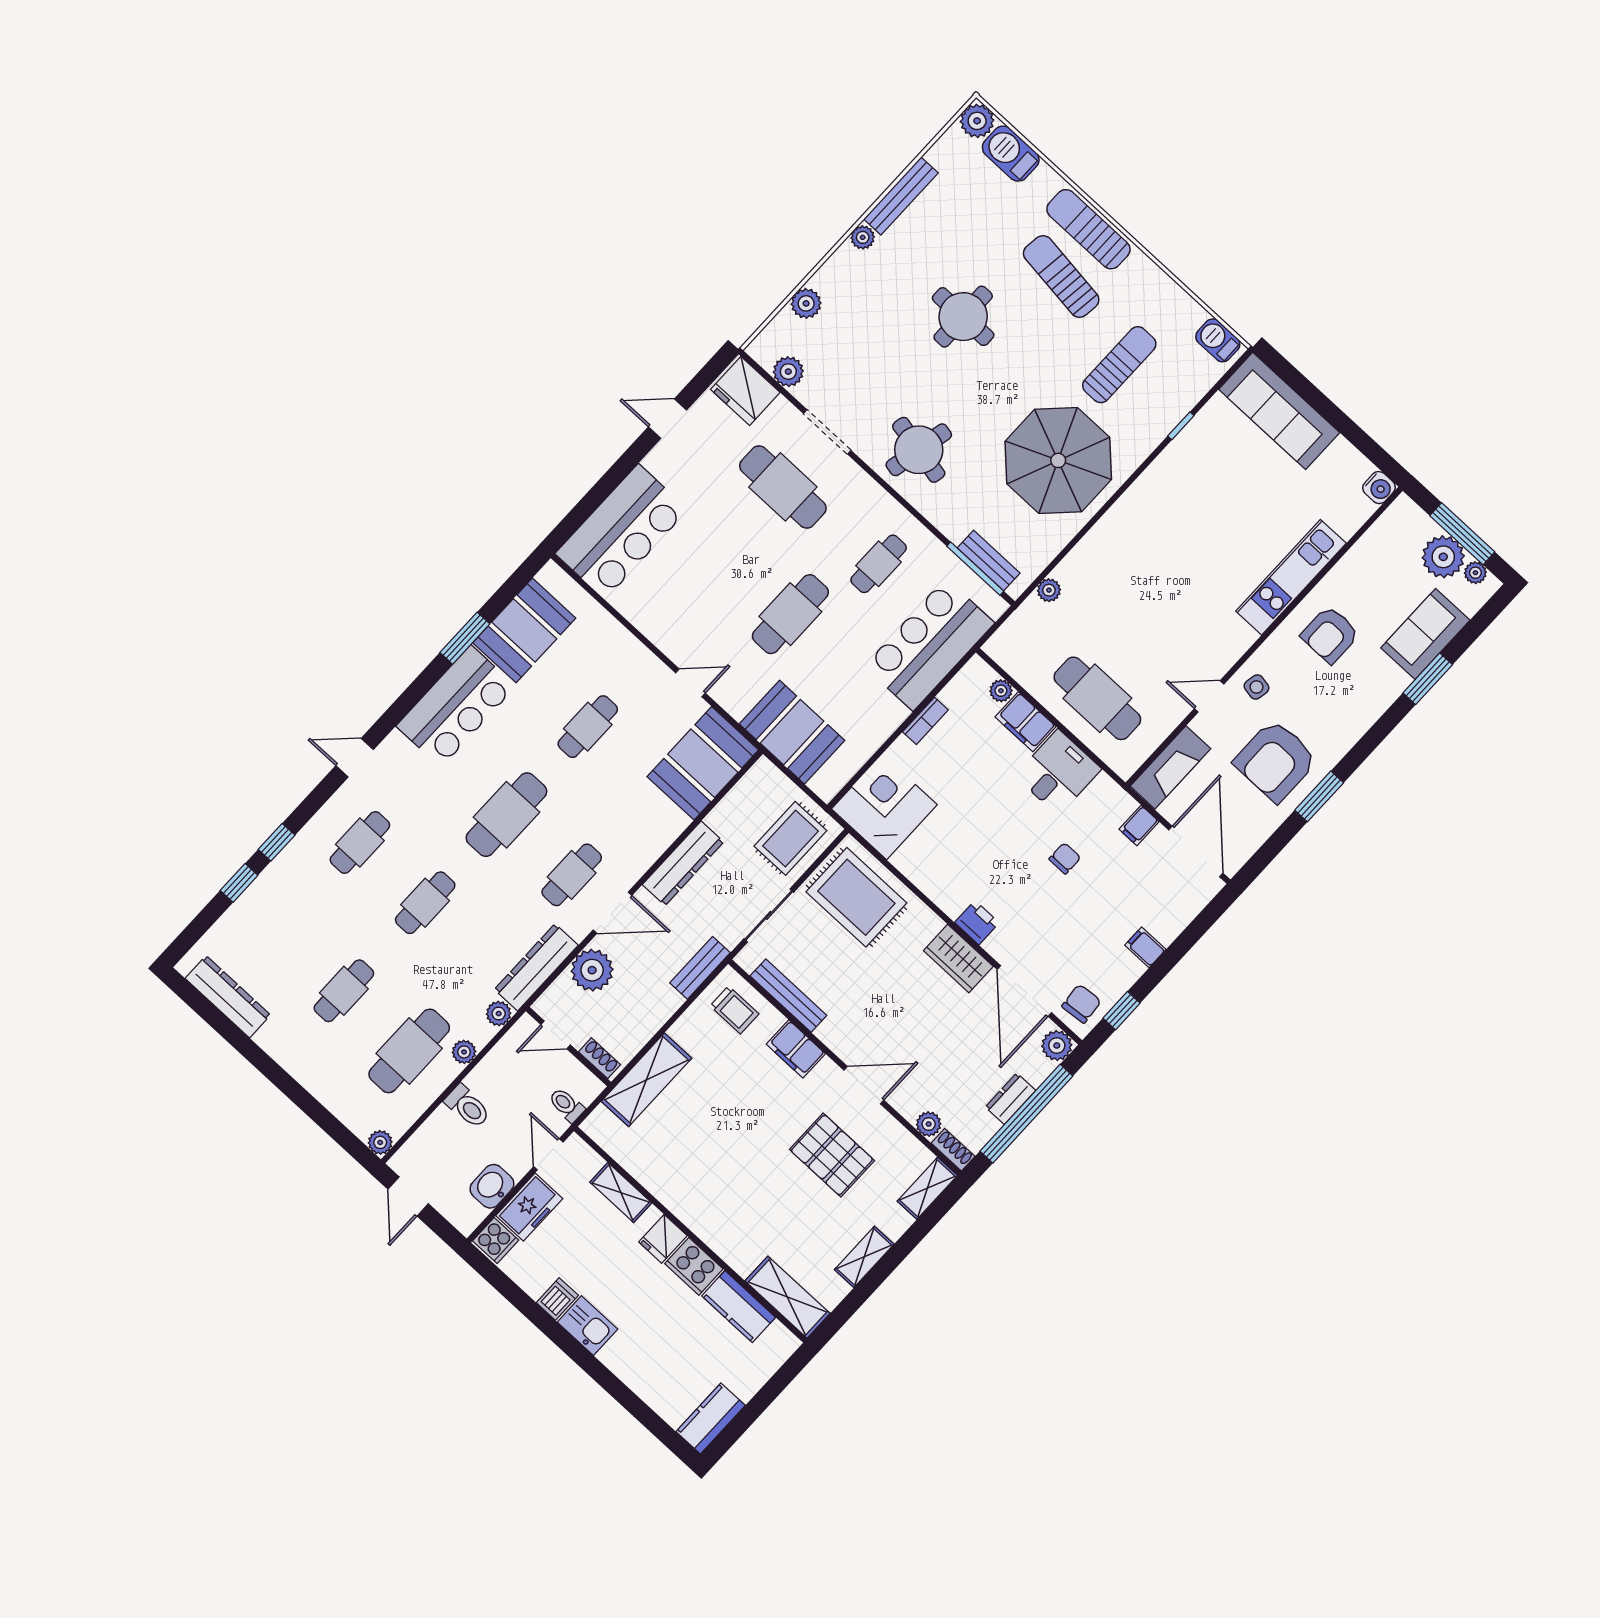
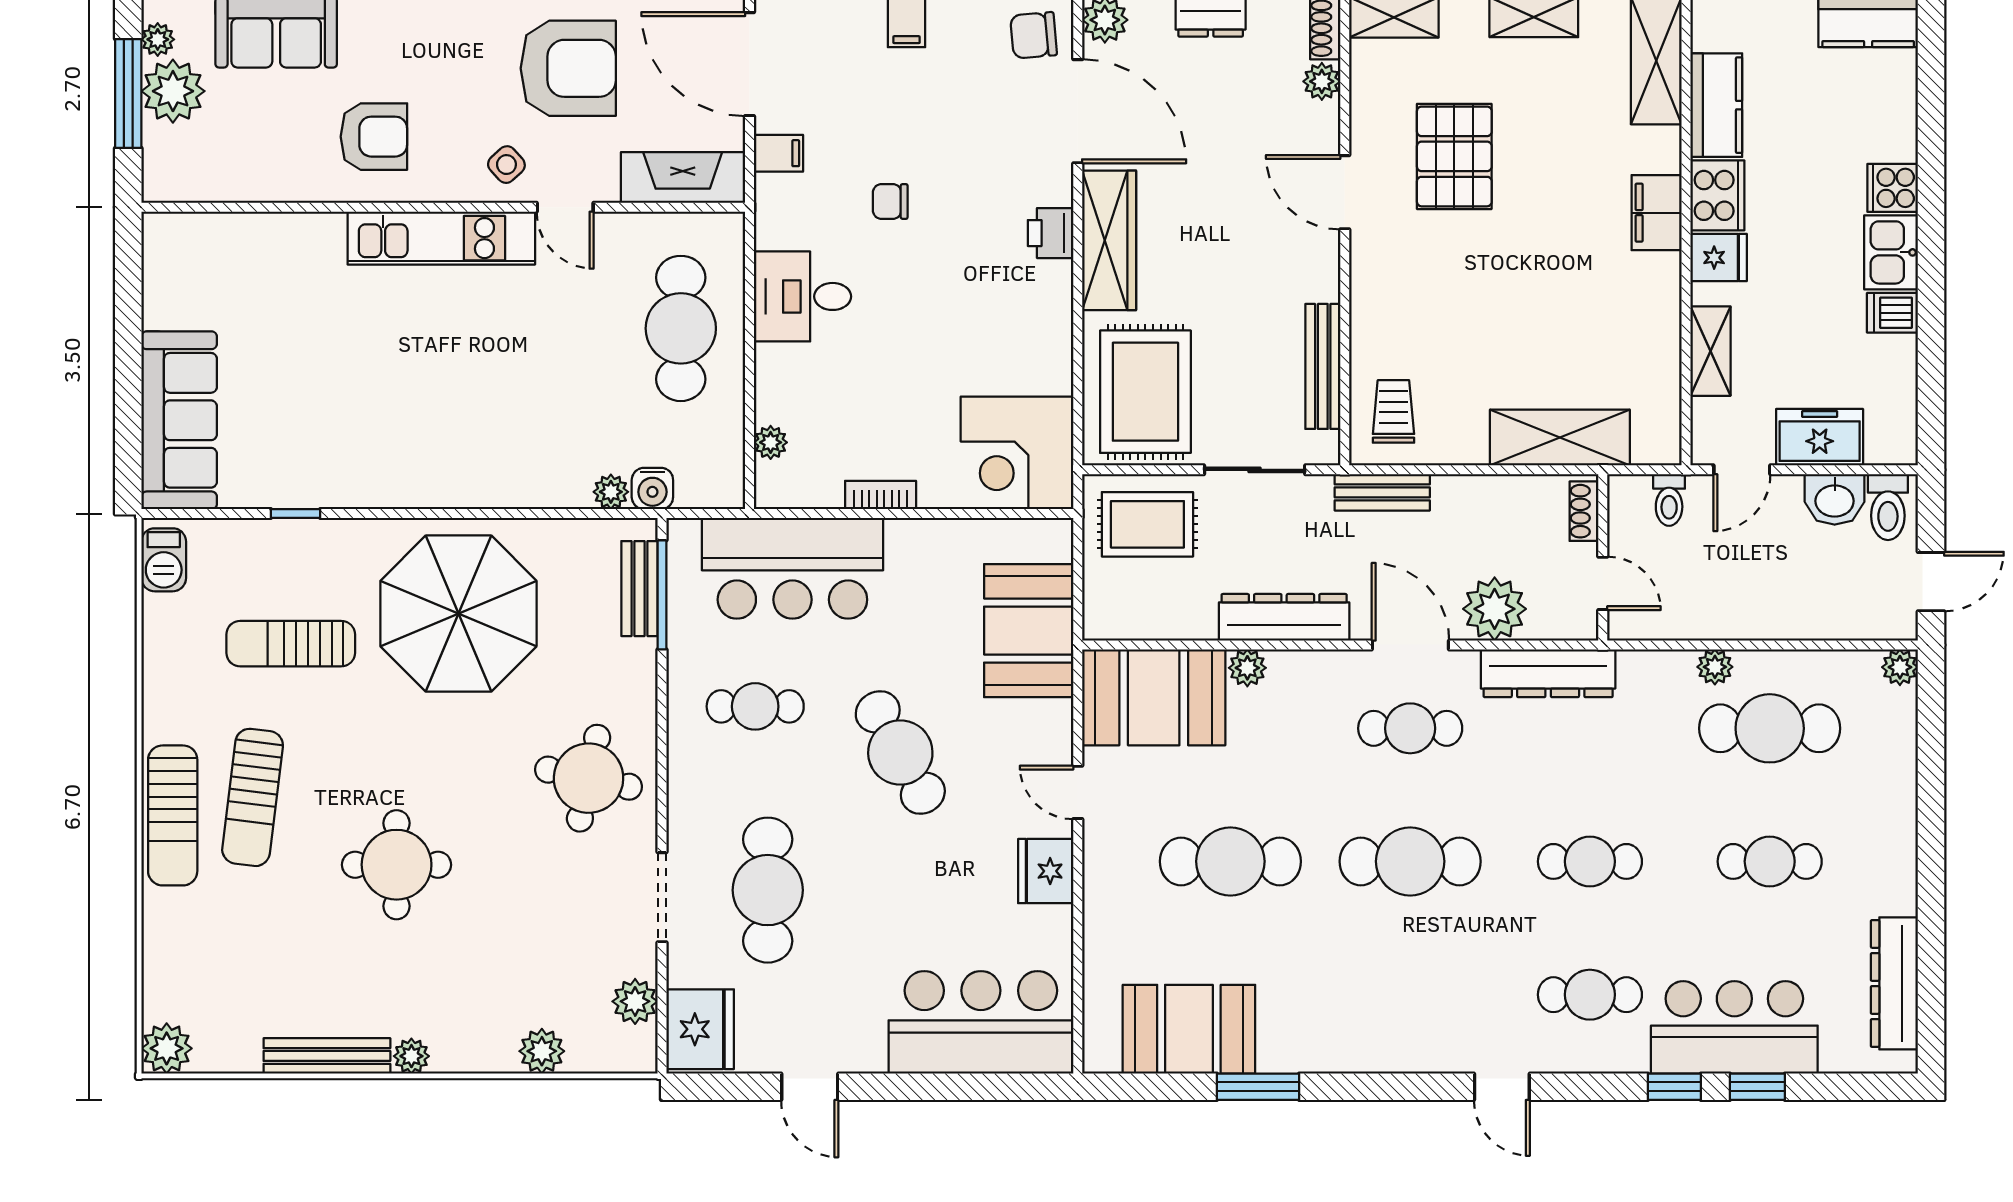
barbecue: (1011, 154) -> (168, 978), removed
water cooler: (1379, 488) -> (652, 489), moved, turned 180
kitchen unit: (1291, 577) -> (441, 238), moved
cafe table: (790, 614) -> (900, 753), turned 61
fridge: (667, 632) -> (1046, 871), added
side table: (1256, 687) -> (506, 165), turned 37
bar counter: (456, 706) -> (1734, 1027), moved
filing cabinet: (1026, 722) -> (780, 384), removed
cafe table: (588, 727) -> (1230, 861), width x1.37, depth x1.35
door: (1196, 851) -> (750, 64), hinge flipped
wardrobe: (958, 958) -> (1109, 240), width x1.50
door: (1024, 991) -> (1078, 111), hinge flipped
plant: (499, 1014) -> (1247, 668), moved
filing cabinet: (796, 1049) -> (1657, 213), moved, turned 180
toilet: (468, 1106) -> (1888, 507), moved, turned 180
cooker: (496, 1240) -> (1893, 188), moved, turned -90

